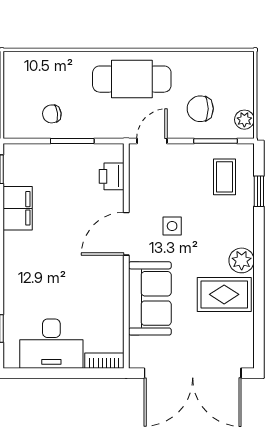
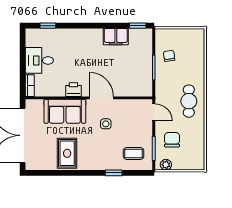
cafe table: (132, 79) -> (189, 101), width x0.73, depth x0.74
printer: (112, 176) -> (73, 90), moved
window: (259, 191) -> (114, 173), moved
plant: (242, 260) -> (86, 163), removed
desk: (51, 344) -> (39, 60), width x0.73

